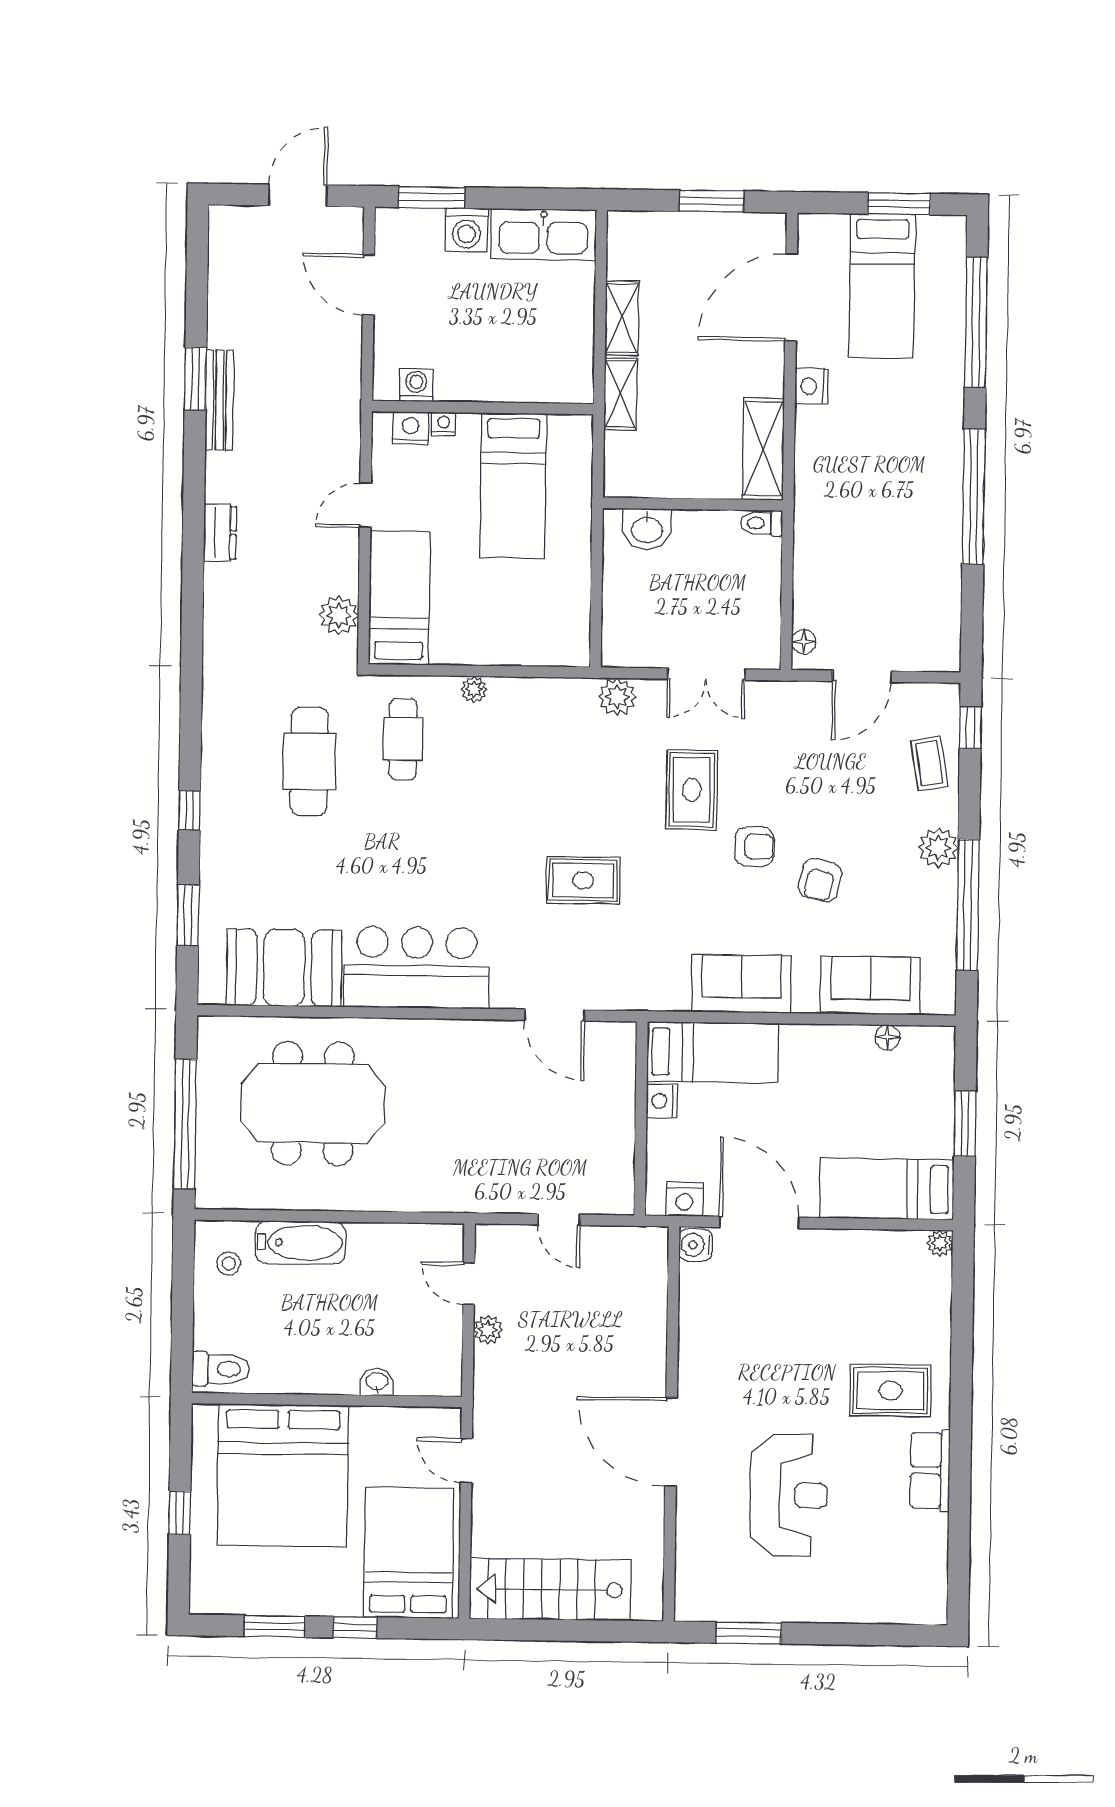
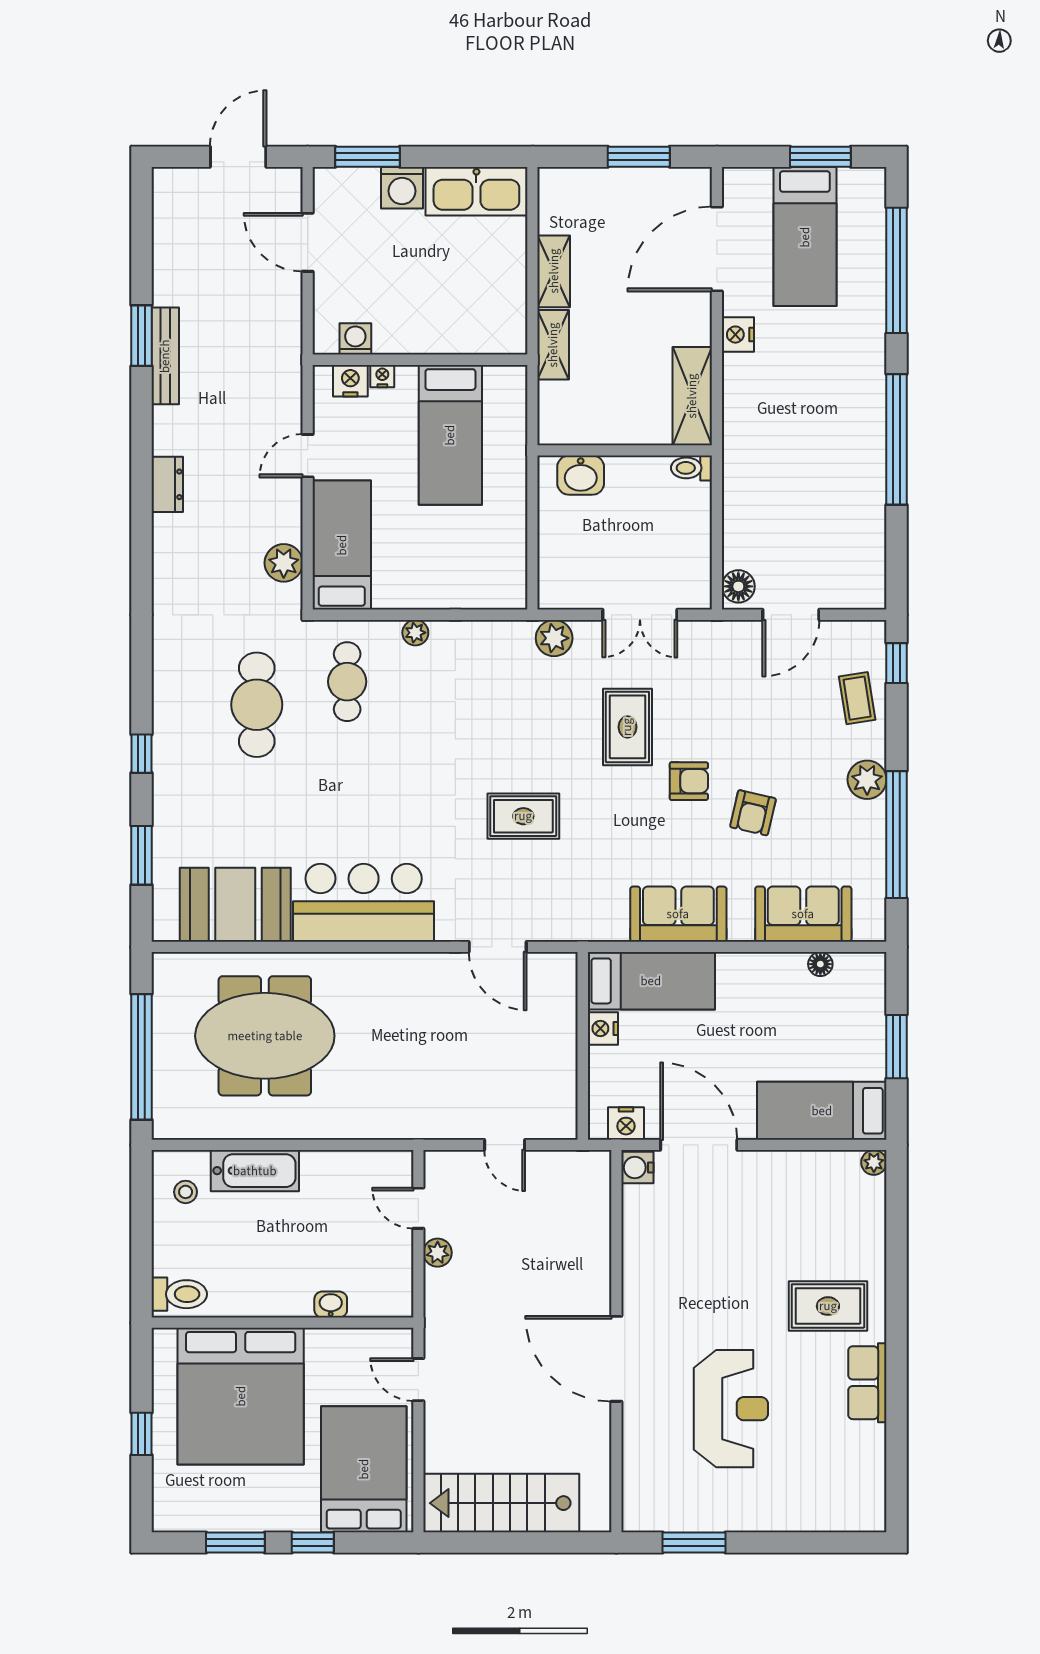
floor lamp: (804, 642) -> (738, 586), width x1.37, depth x1.37

